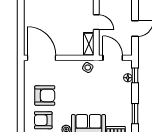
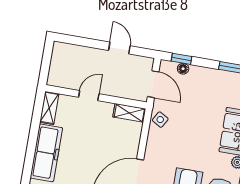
door: (96, 22) -> (89, 96), moved
door: (113, 58) -> (153, 84), swing flipped

